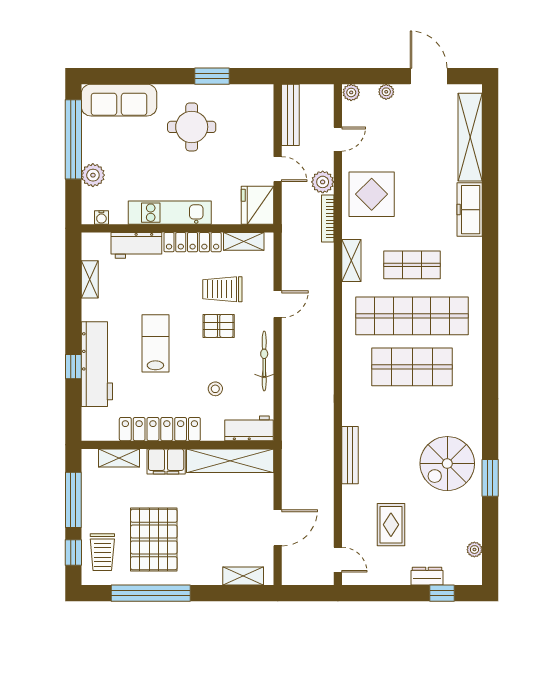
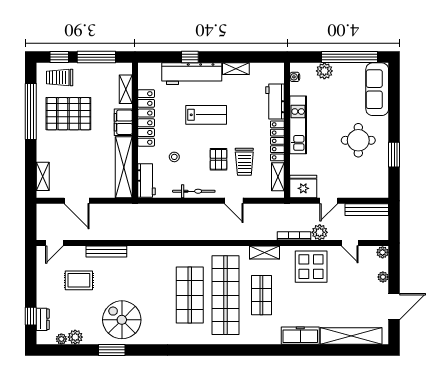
shelving: (90, 279) -> (236, 69), moved
trolley: (222, 289) -> (244, 162), turned 180
bench: (350, 455) -> (106, 251), moved
plant: (472, 530) -> (75, 337), added
dresser: (427, 576) -> (43, 319), moved

